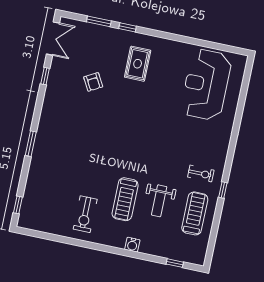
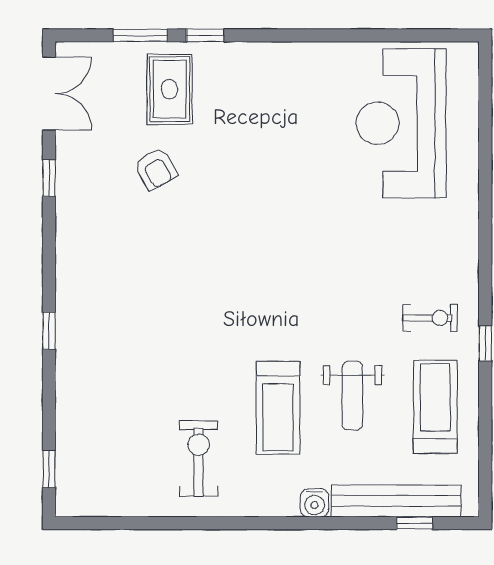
rug: (138, 64) -> (170, 89), moved
window: (31, 144) -> (49, 331), width x0.67
exercise bike: (85, 214) -> (199, 458), turned 180
bench: (169, 251) -> (396, 501), added

